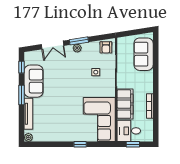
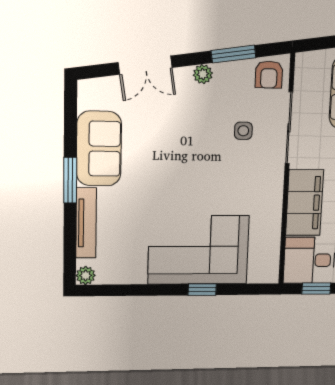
window: (79, 41) -> (233, 54), moved
window: (22, 67) -> (71, 115), removed
corner sofa: (99, 120) -> (198, 250), moved, turned 90

